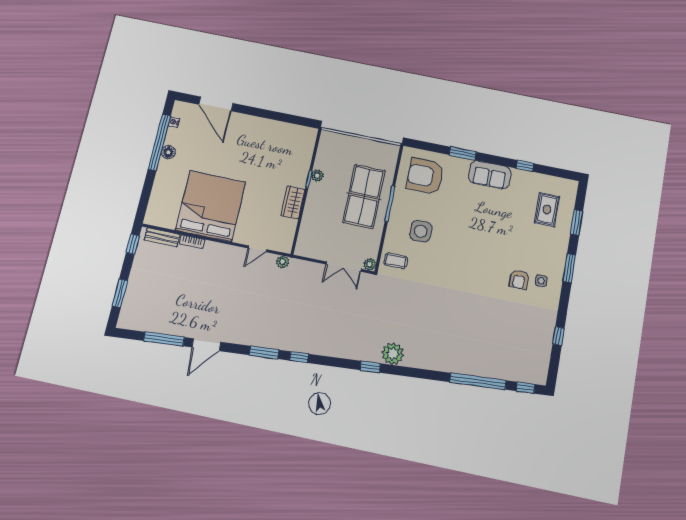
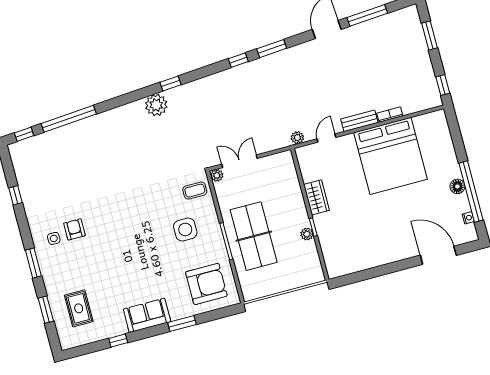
bench: (162, 237) -> (359, 121), moved

